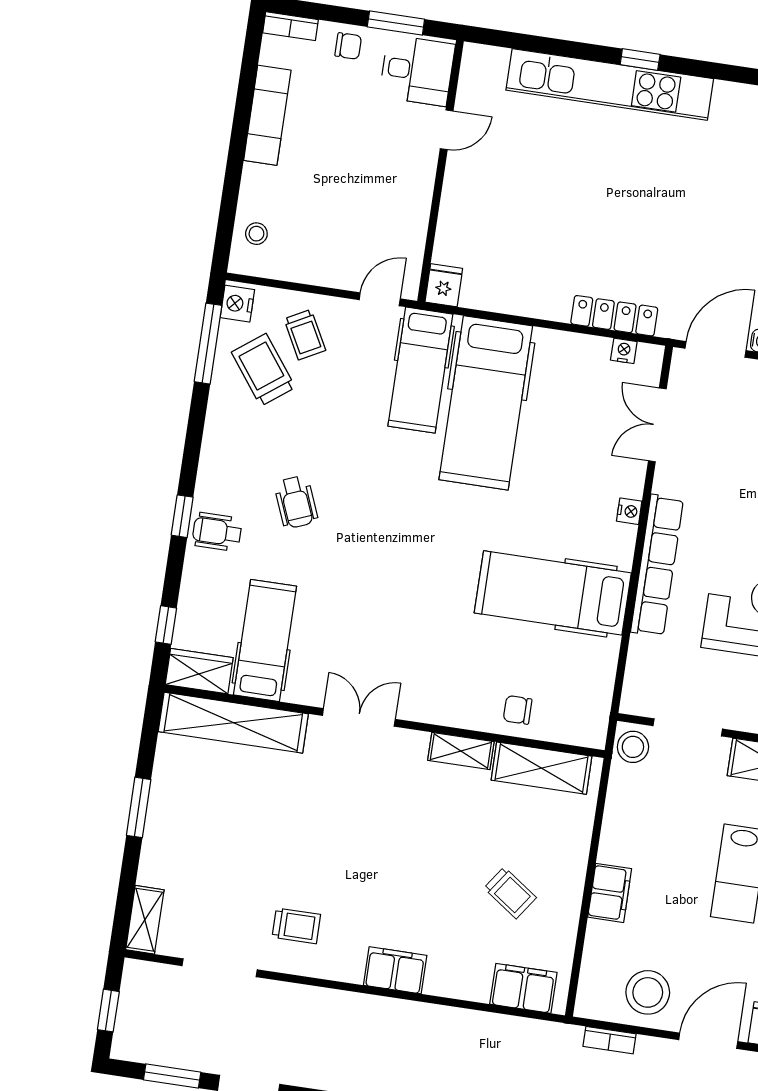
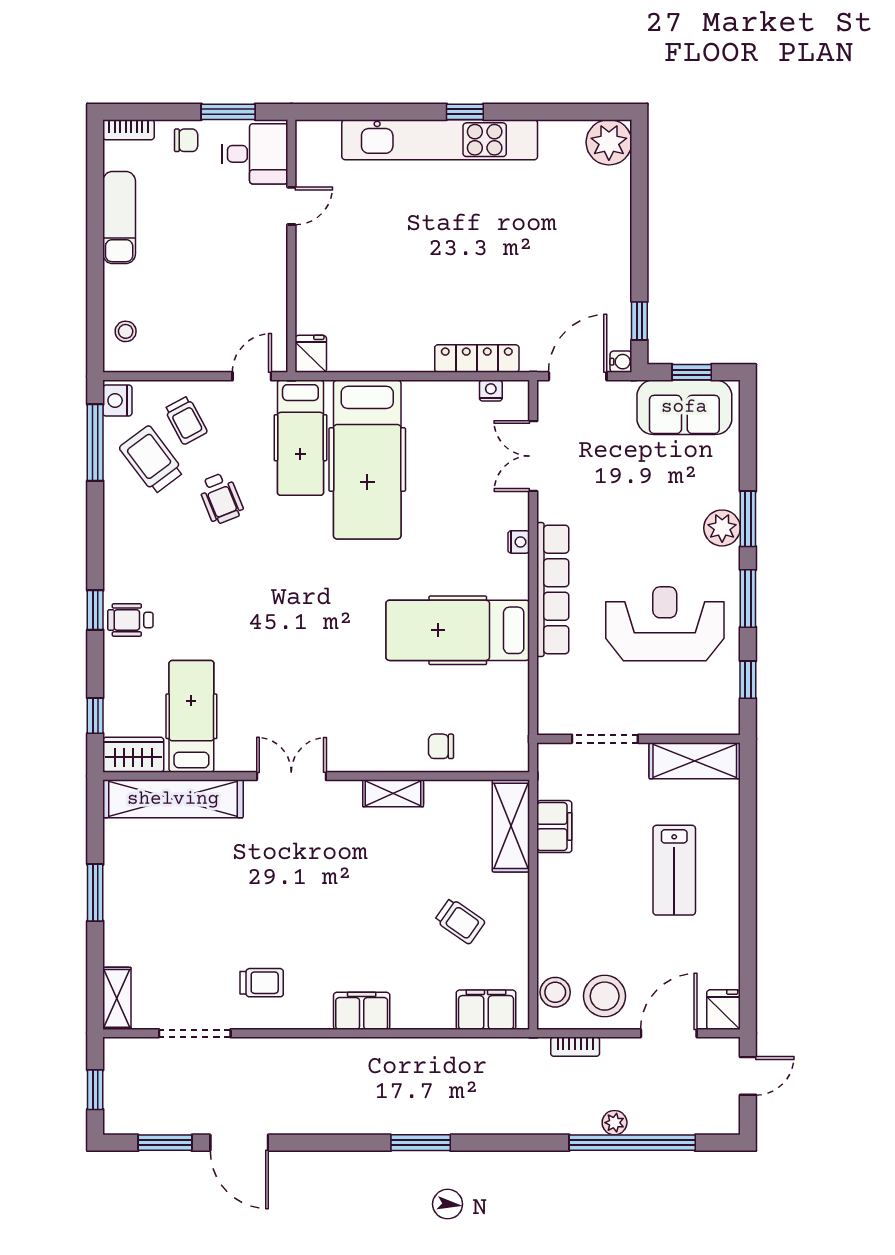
wheelchair: (296, 502) -> (221, 498), moved
stool: (633, 747) -> (555, 992), moved
shelving: (541, 768) -> (511, 826), moved, turned 90
filing cabinet: (610, 893) -> (554, 827), moved

